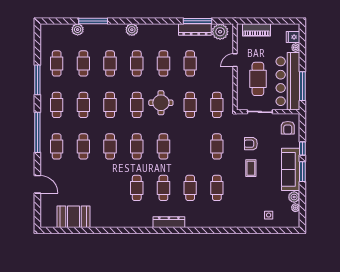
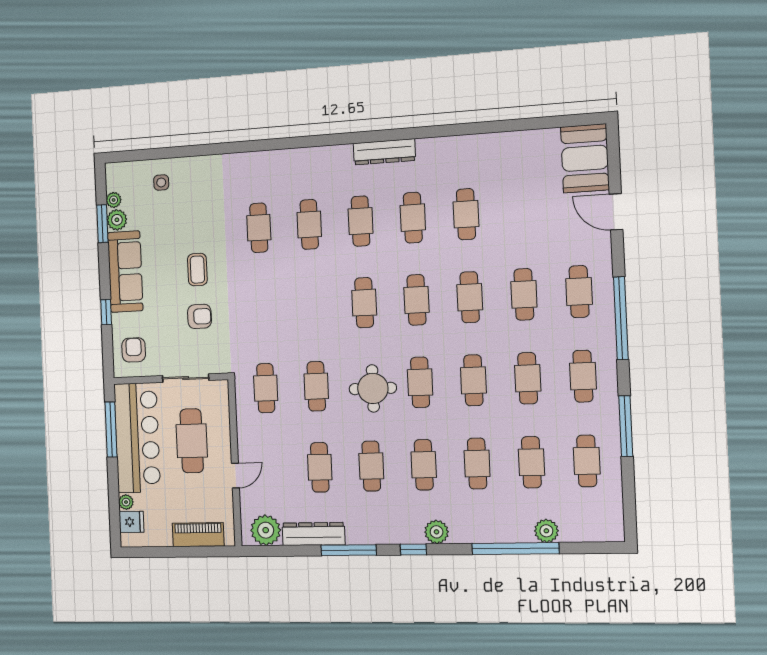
window: (93, 21) -> (515, 548), width x1.46
window: (144, 21) -> (413, 549), added
window: (197, 21) -> (349, 550), moved
cafe table: (217, 146) -> (466, 214), moved
window: (302, 172) -> (102, 224), moved
booth: (74, 217) -> (585, 158), moved, turned 90
dresser: (169, 222) -> (384, 152), moved

